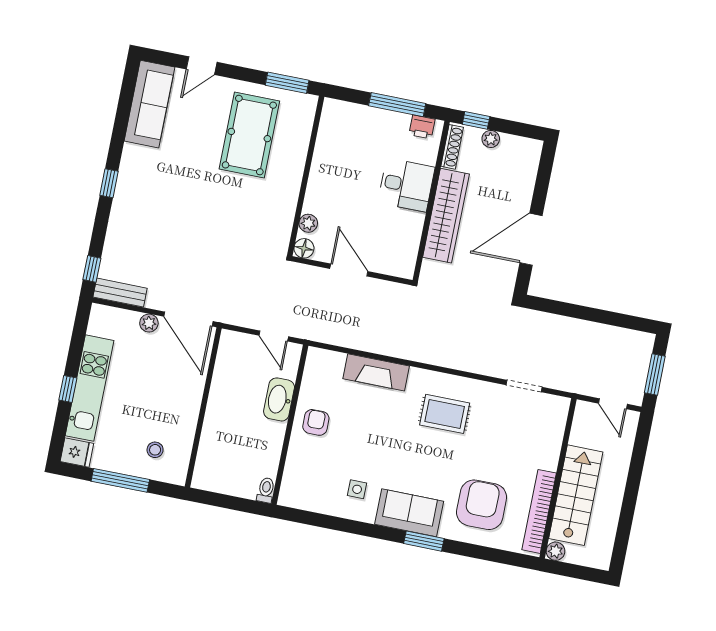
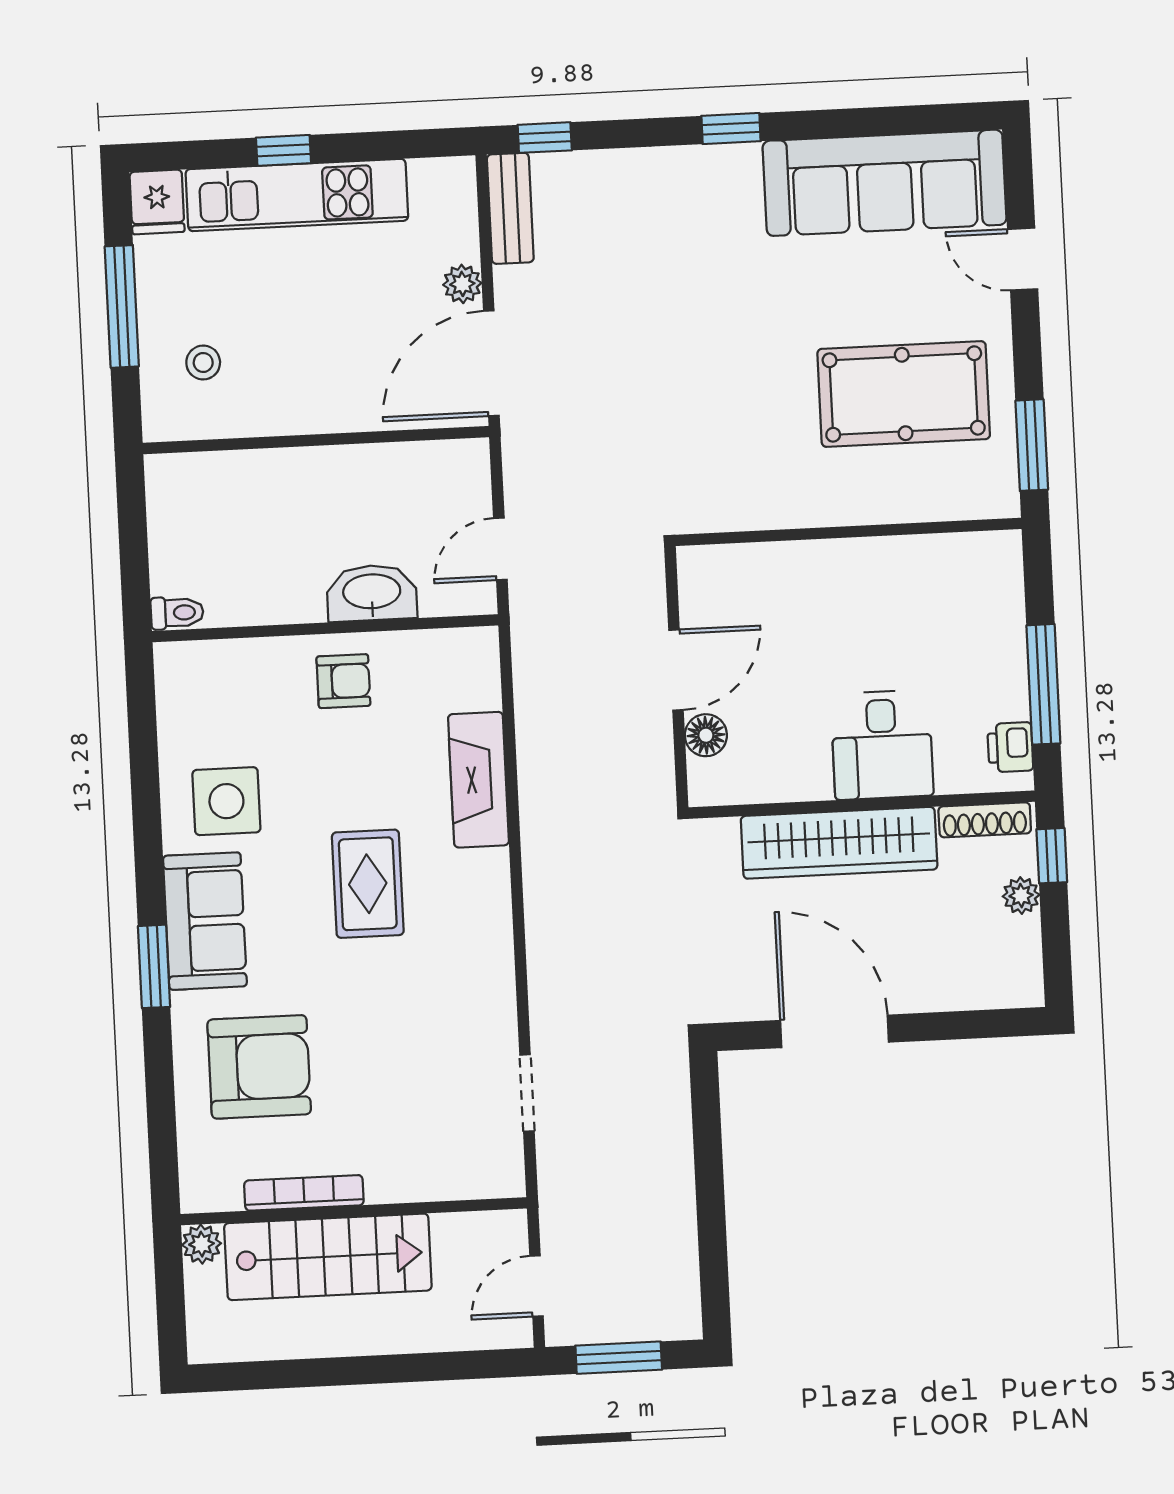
sofa: (149, 104) -> (885, 183), width x1.36, depth x1.27
plant: (308, 223) -> (752, 562), removed
floor lamp: (304, 248) -> (706, 735), moved
rug: (445, 414) -> (368, 884), moved
side table: (357, 489) -> (226, 801), width x1.87, depth x1.87
bookcase: (539, 511) -> (304, 1193), width x0.68, depth x0.76

